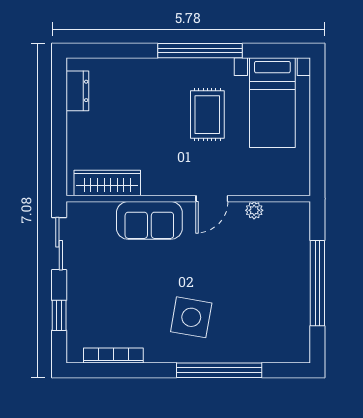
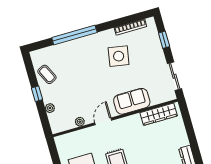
plant: (301, 250) -> (50, 108), added
window: (317, 283) -> (37, 94), width x0.32
coffee table: (289, 313) -> (47, 74), added
side table: (191, 317) -> (119, 56), moved

